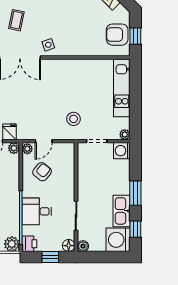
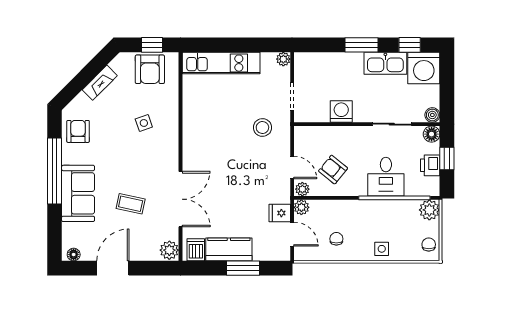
side table: (48, 45) -> (144, 123), moved
washing machine: (122, 151) -> (341, 111), moved, turned 180
printer: (29, 244) -> (430, 165), moved, turned -90

